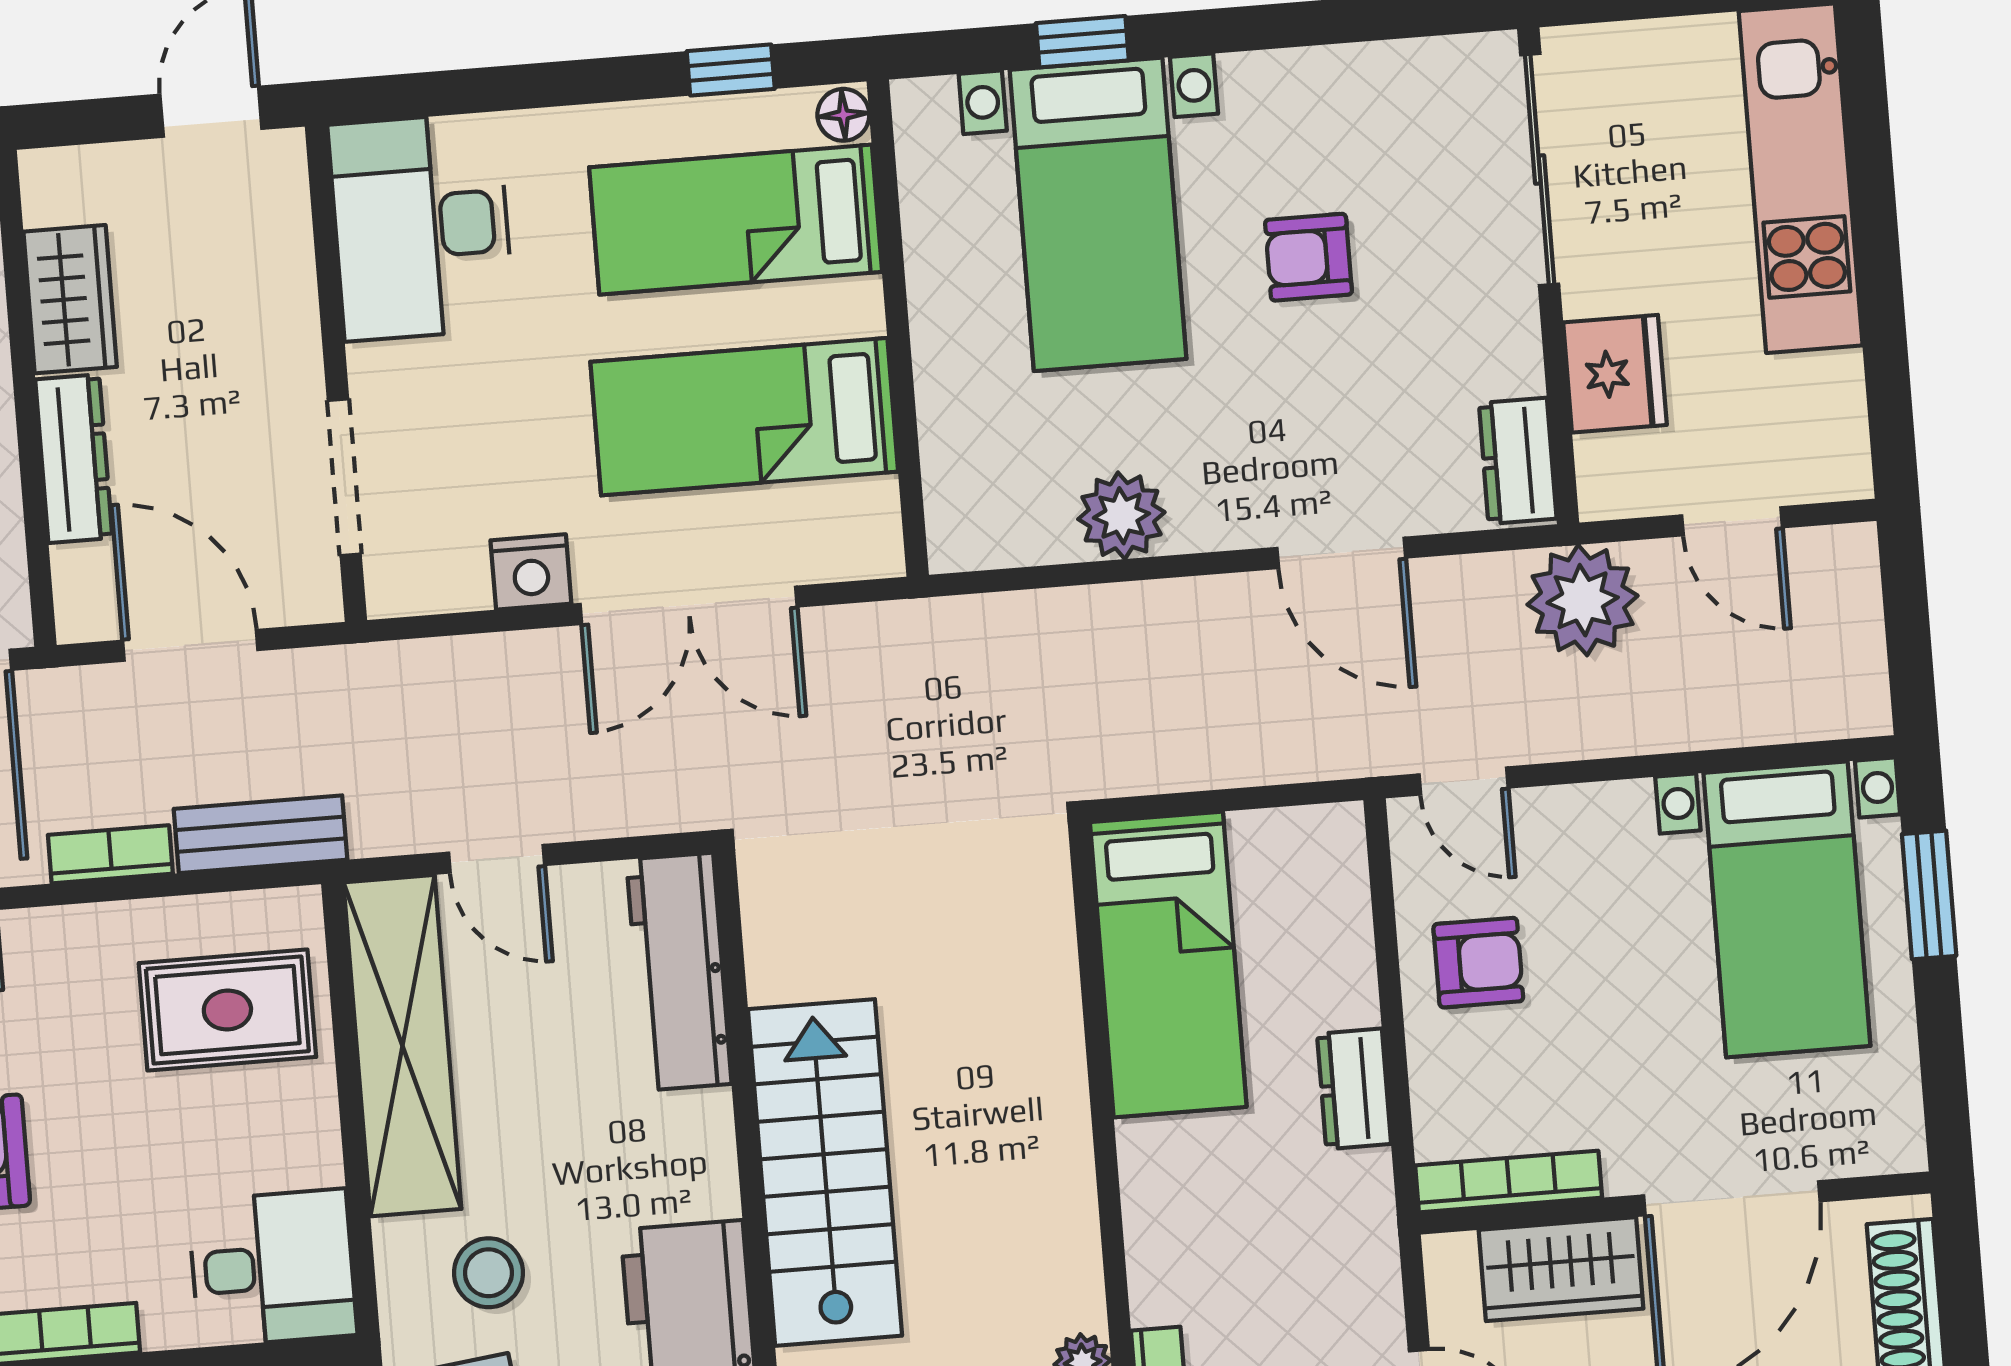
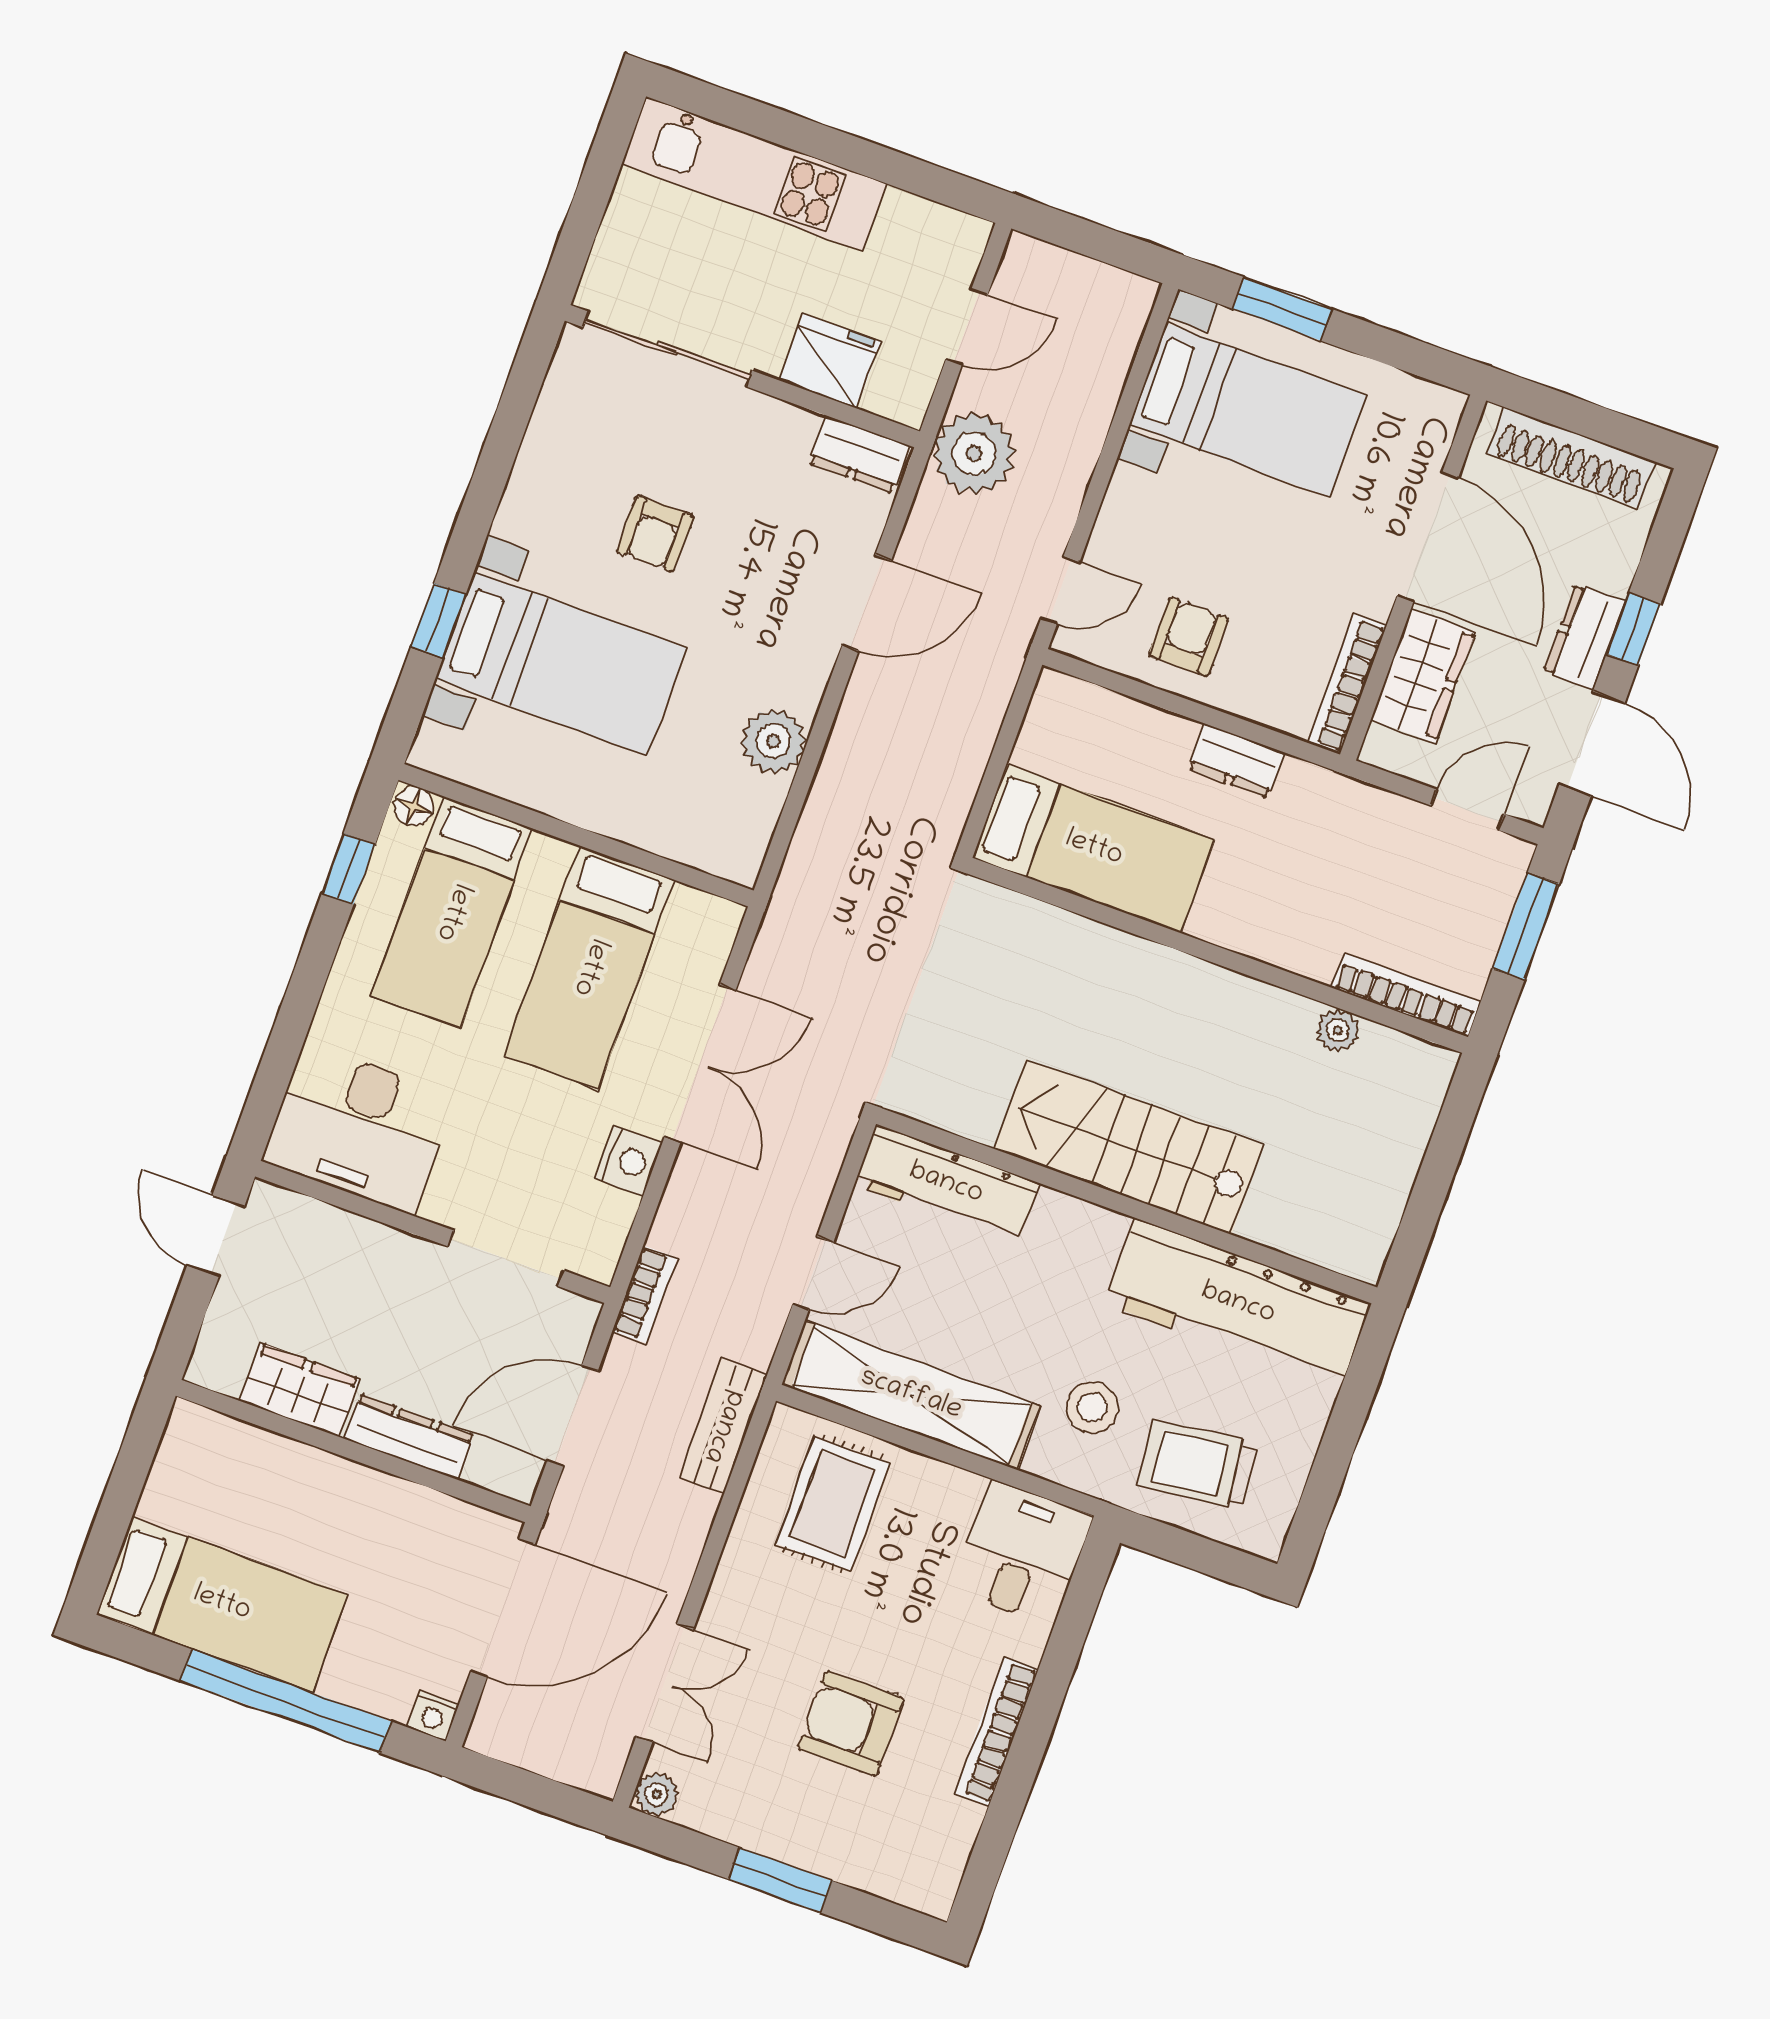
bookcase: (110, 854) -> (645, 1294), moved, turned 180

